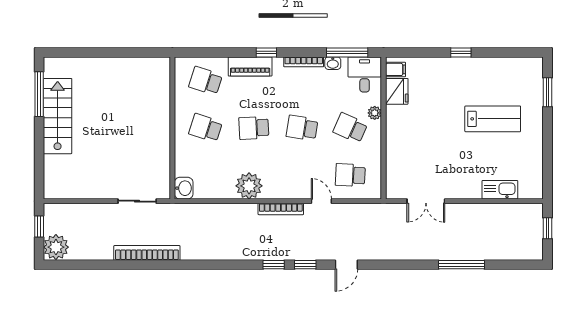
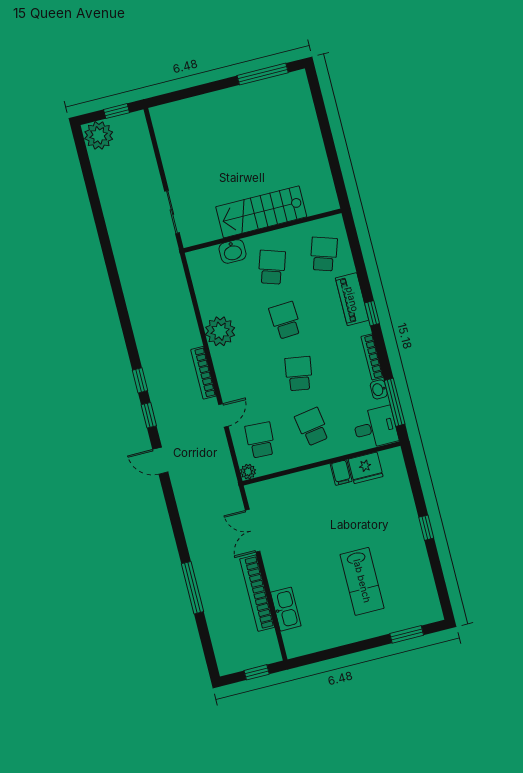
filing cabinet: (395, 69) -> (341, 473), moved
plant: (375, 113) -> (248, 472), moved
stairs: (58, 116) -> (261, 212), moved, turned 180
school desk: (350, 128) -> (312, 427), turned -33
washbasin: (184, 188) -> (233, 251), moved
bookcase: (147, 253) -> (257, 593), moved, turned 180

